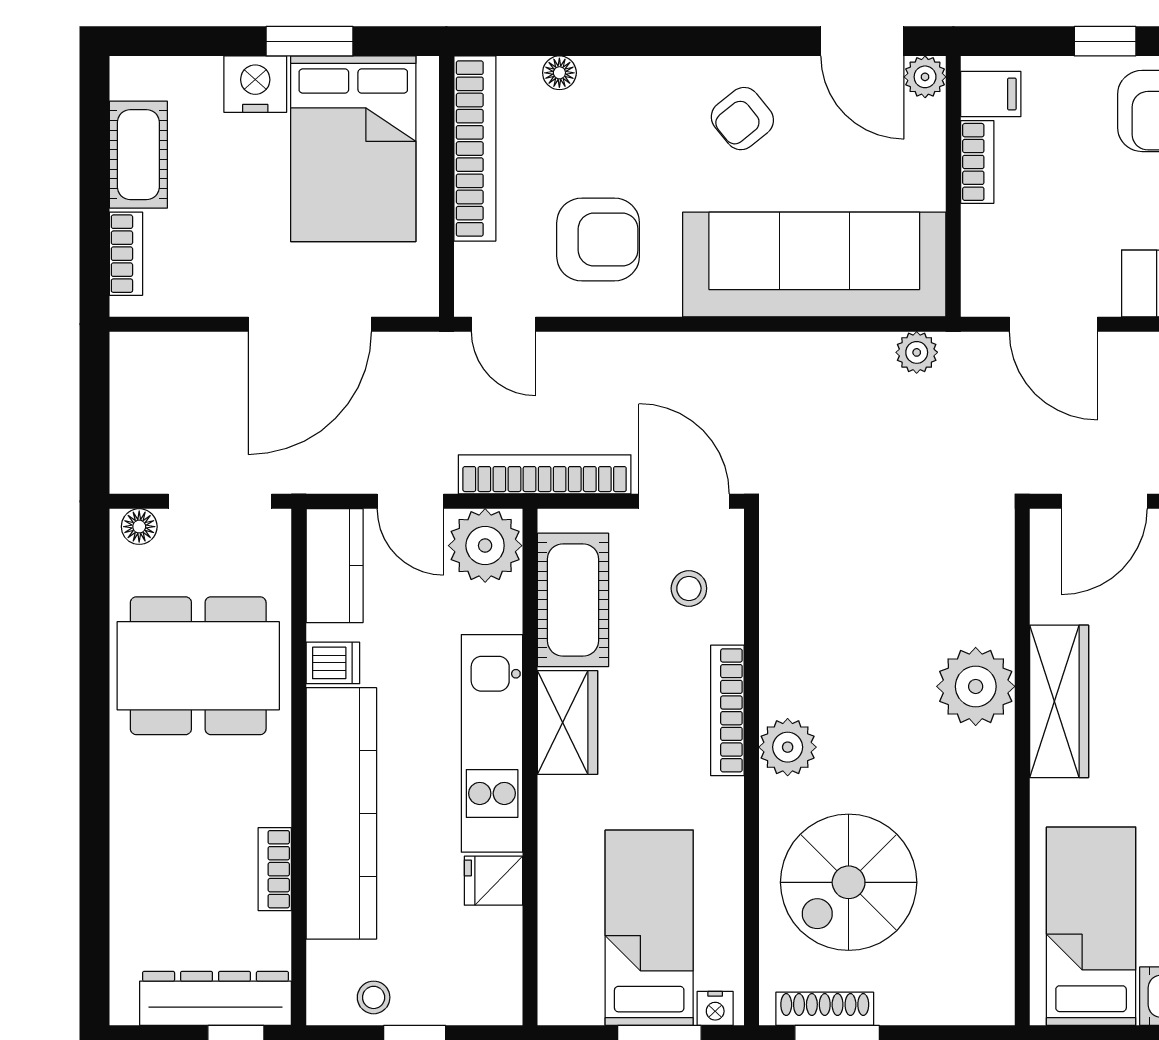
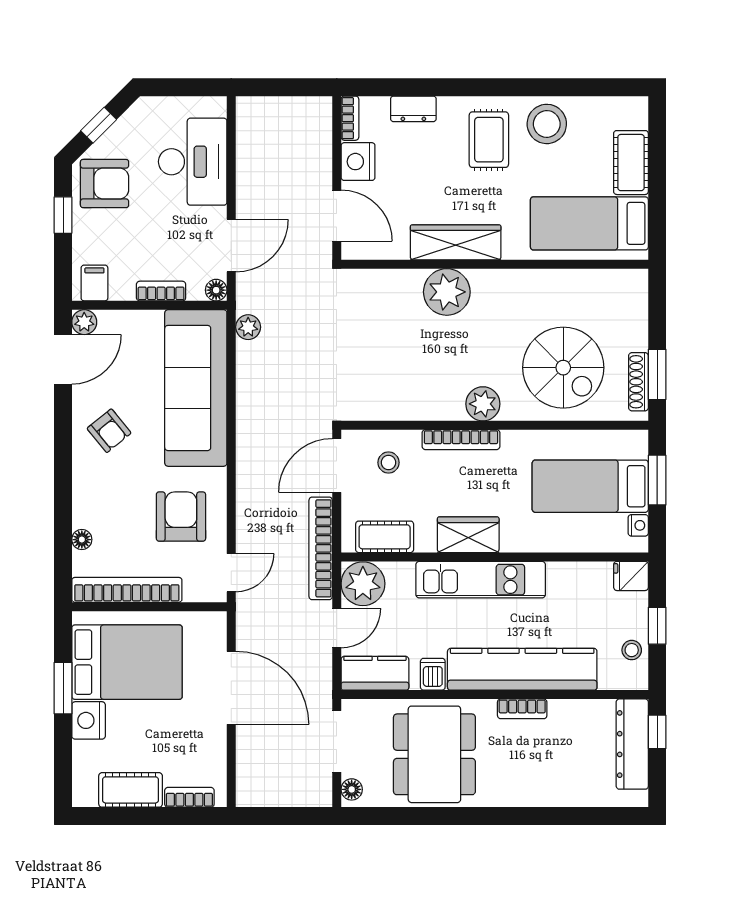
bookcase: (977, 162) -> (161, 291), moved
floor lamp: (979, 299) -> (216, 290), added
cot: (573, 600) -> (385, 537), width x0.73, depth x0.75
bookcase: (275, 869) -> (522, 709), moved
fridge: (493, 881) -> (631, 576), moved, turned 90
nightstand: (715, 1008) -> (638, 525), moved

